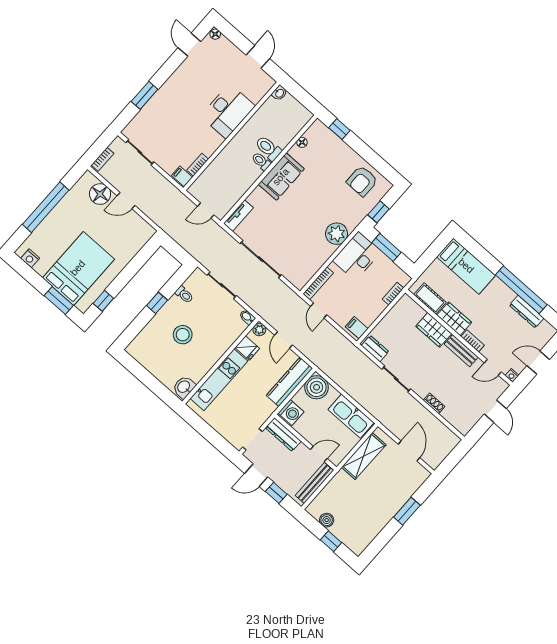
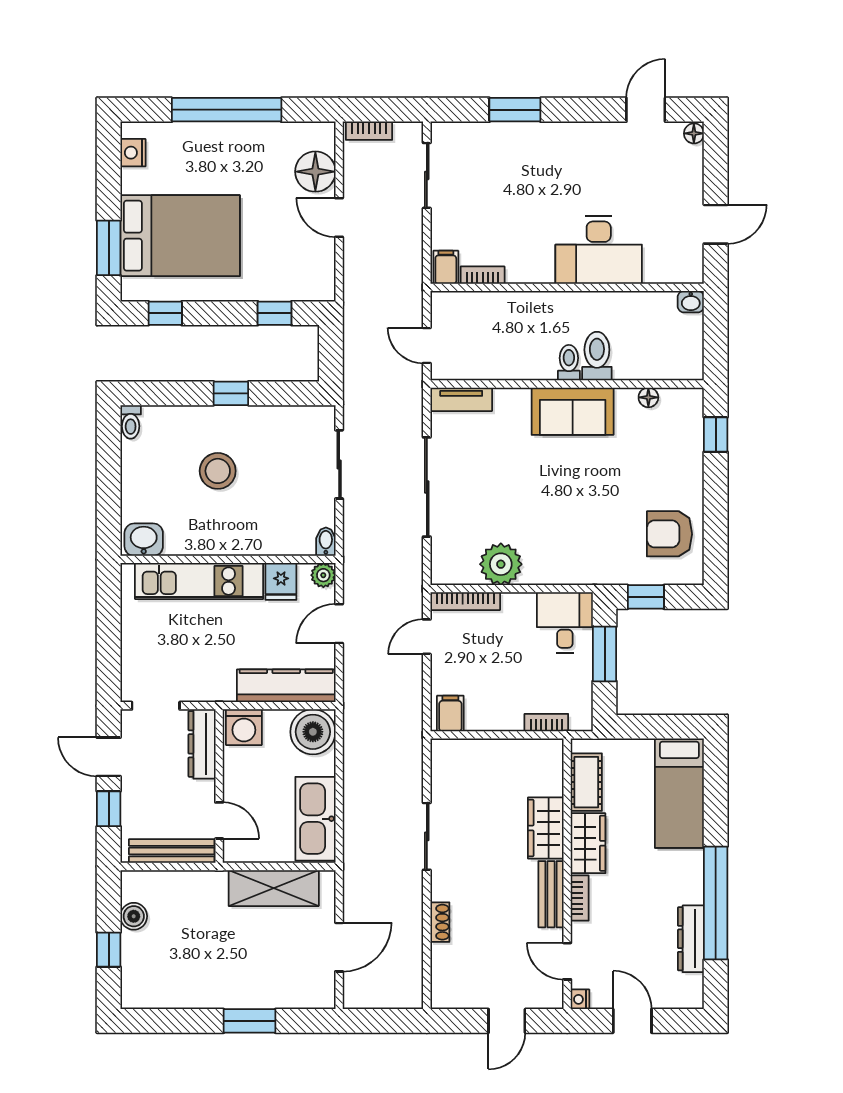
plant: (337, 234) -> (501, 564), moved
desk: (357, 256) -> (565, 622), width x0.73
window: (141, 258) -> (275, 313), added
toilet: (184, 295) -> (131, 422), moved
dresser: (375, 349) -> (444, 767), removed

